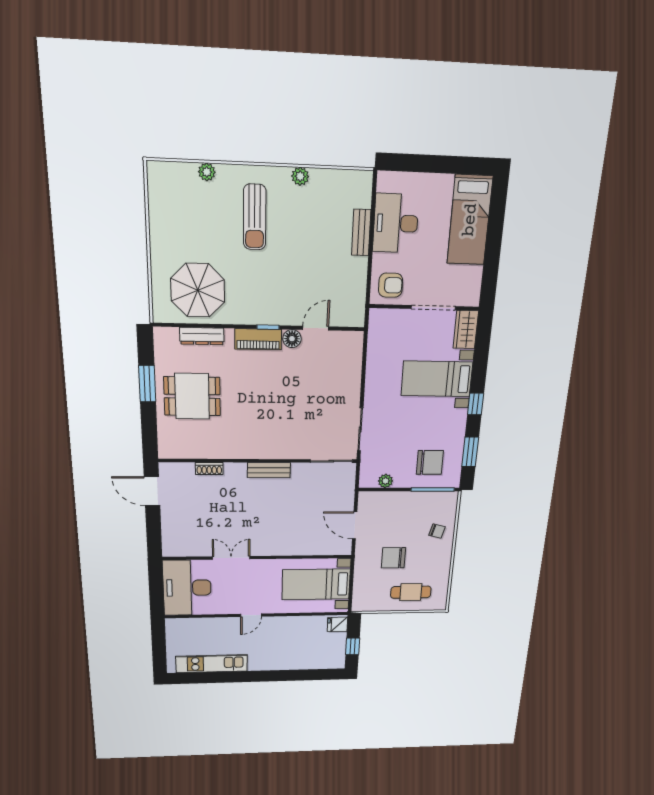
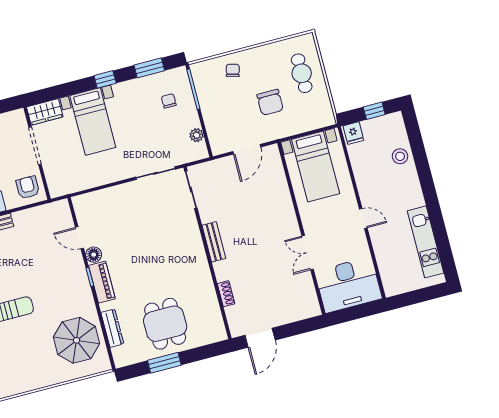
chair: (430, 462) -> (169, 101), width x0.54, depth x0.54
stool: (302, 659) -> (400, 156), added

